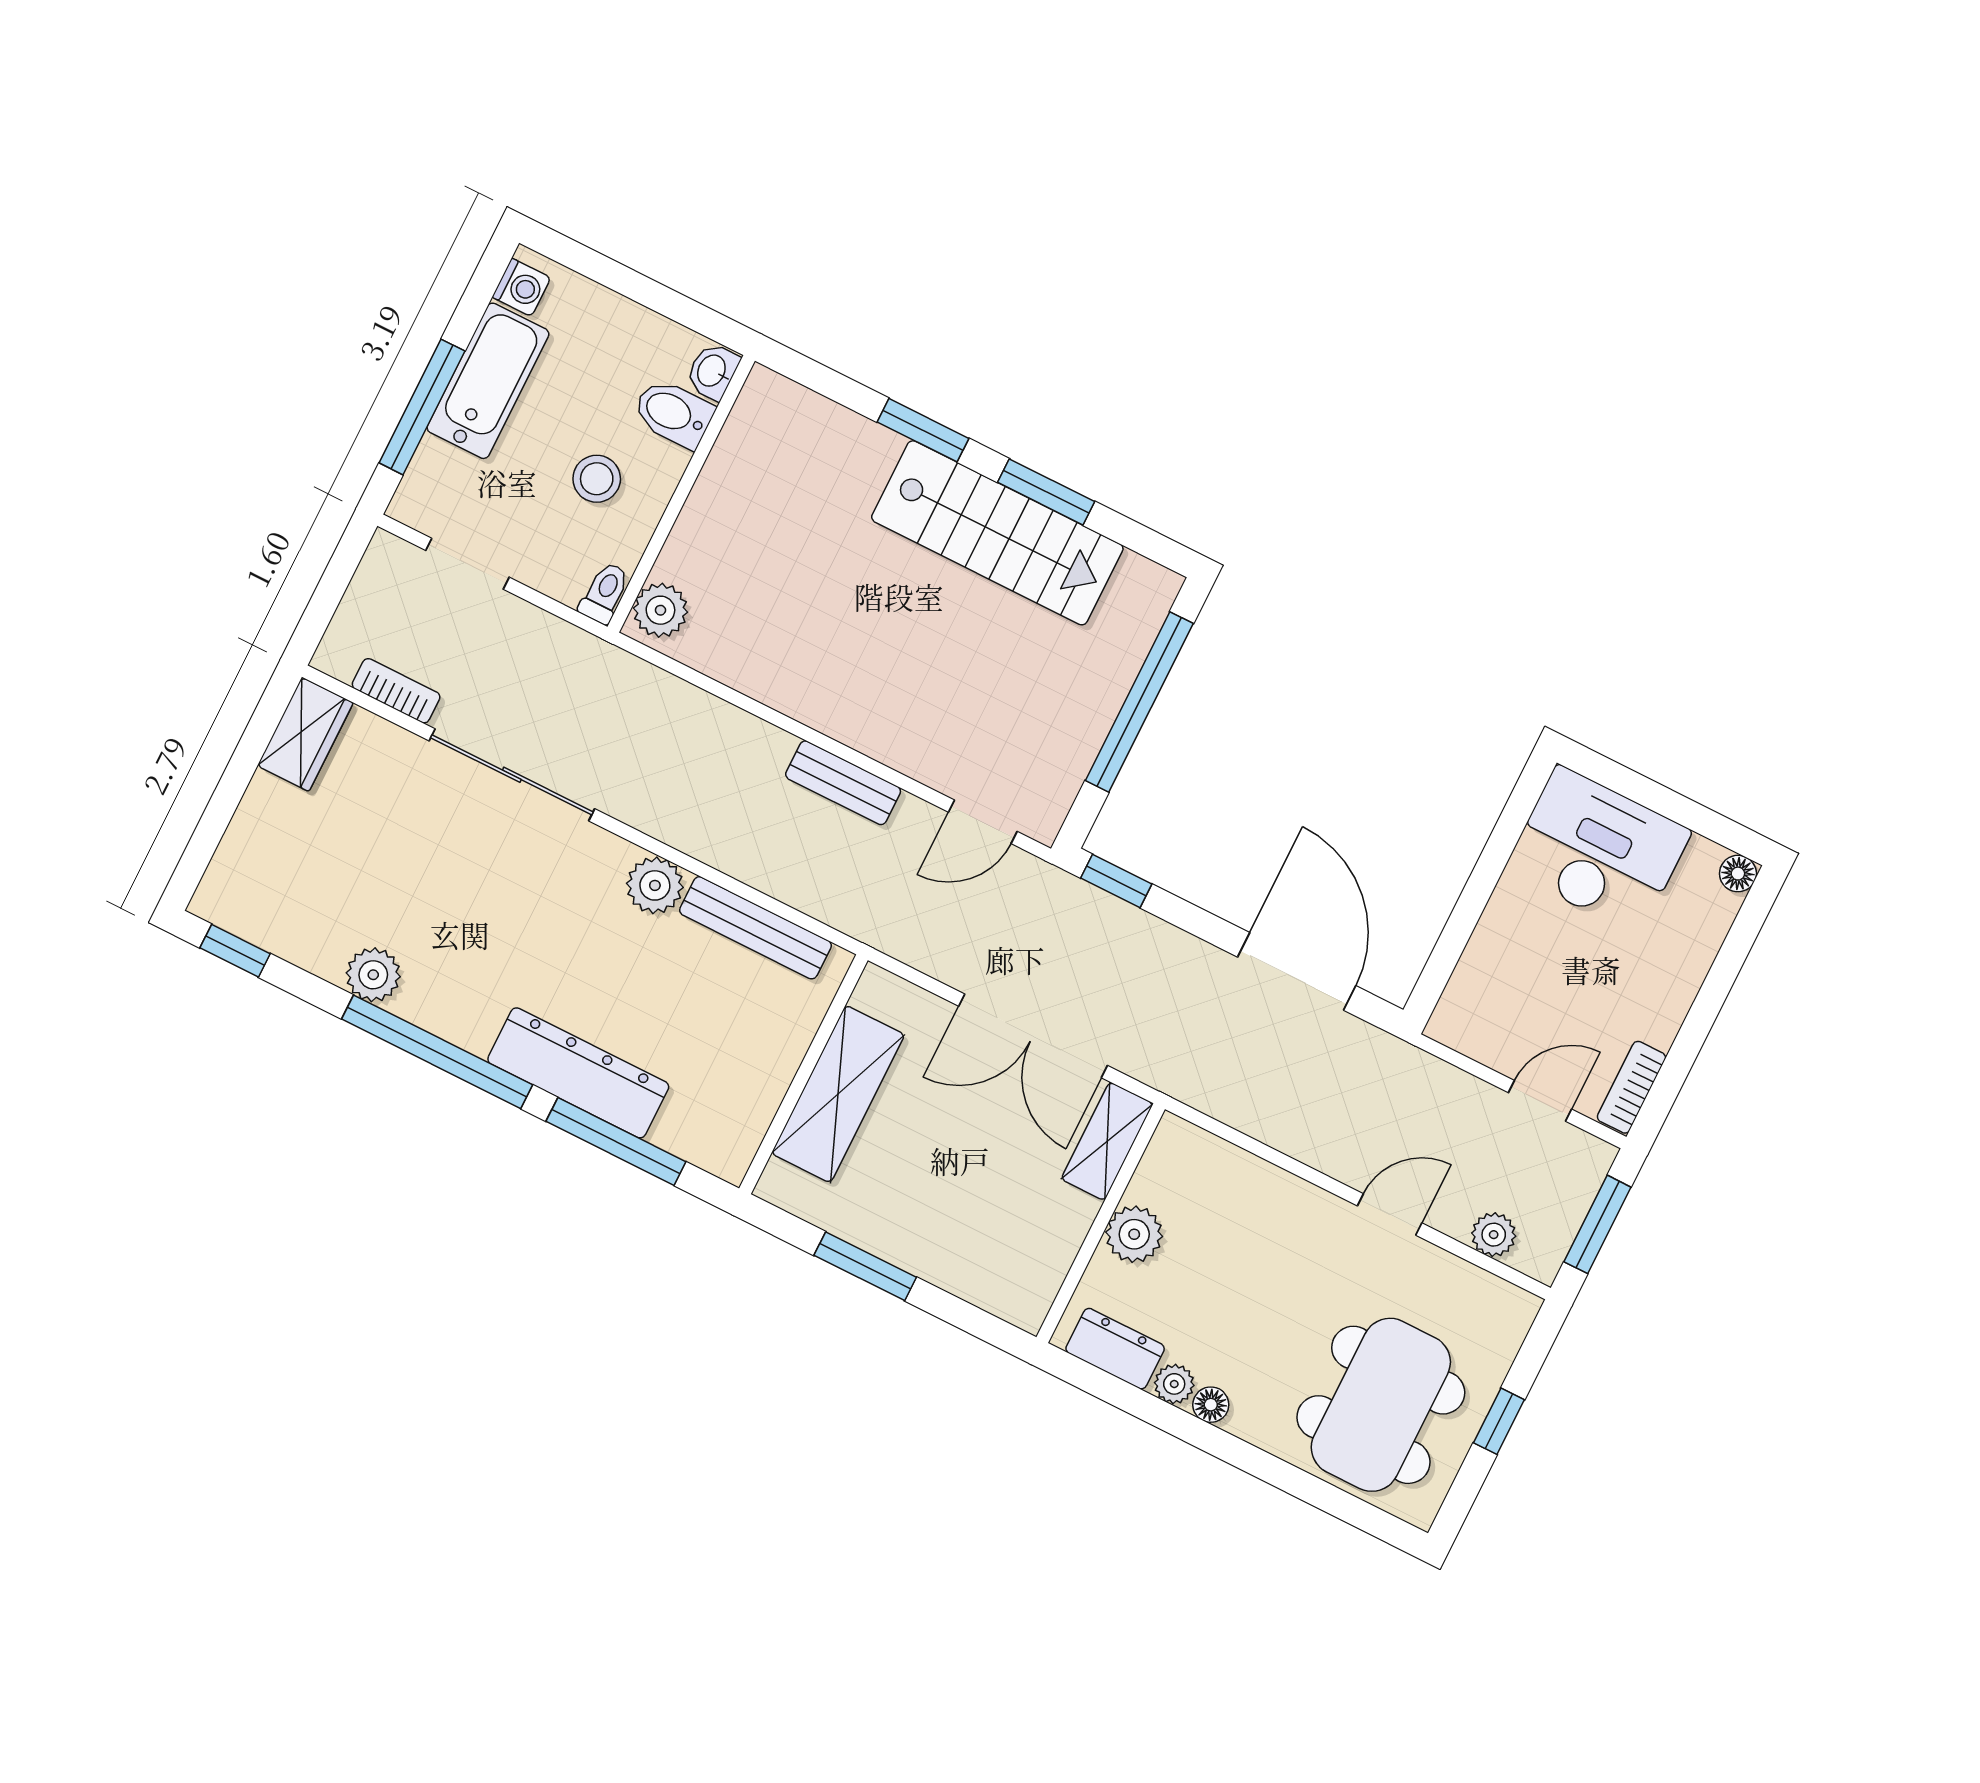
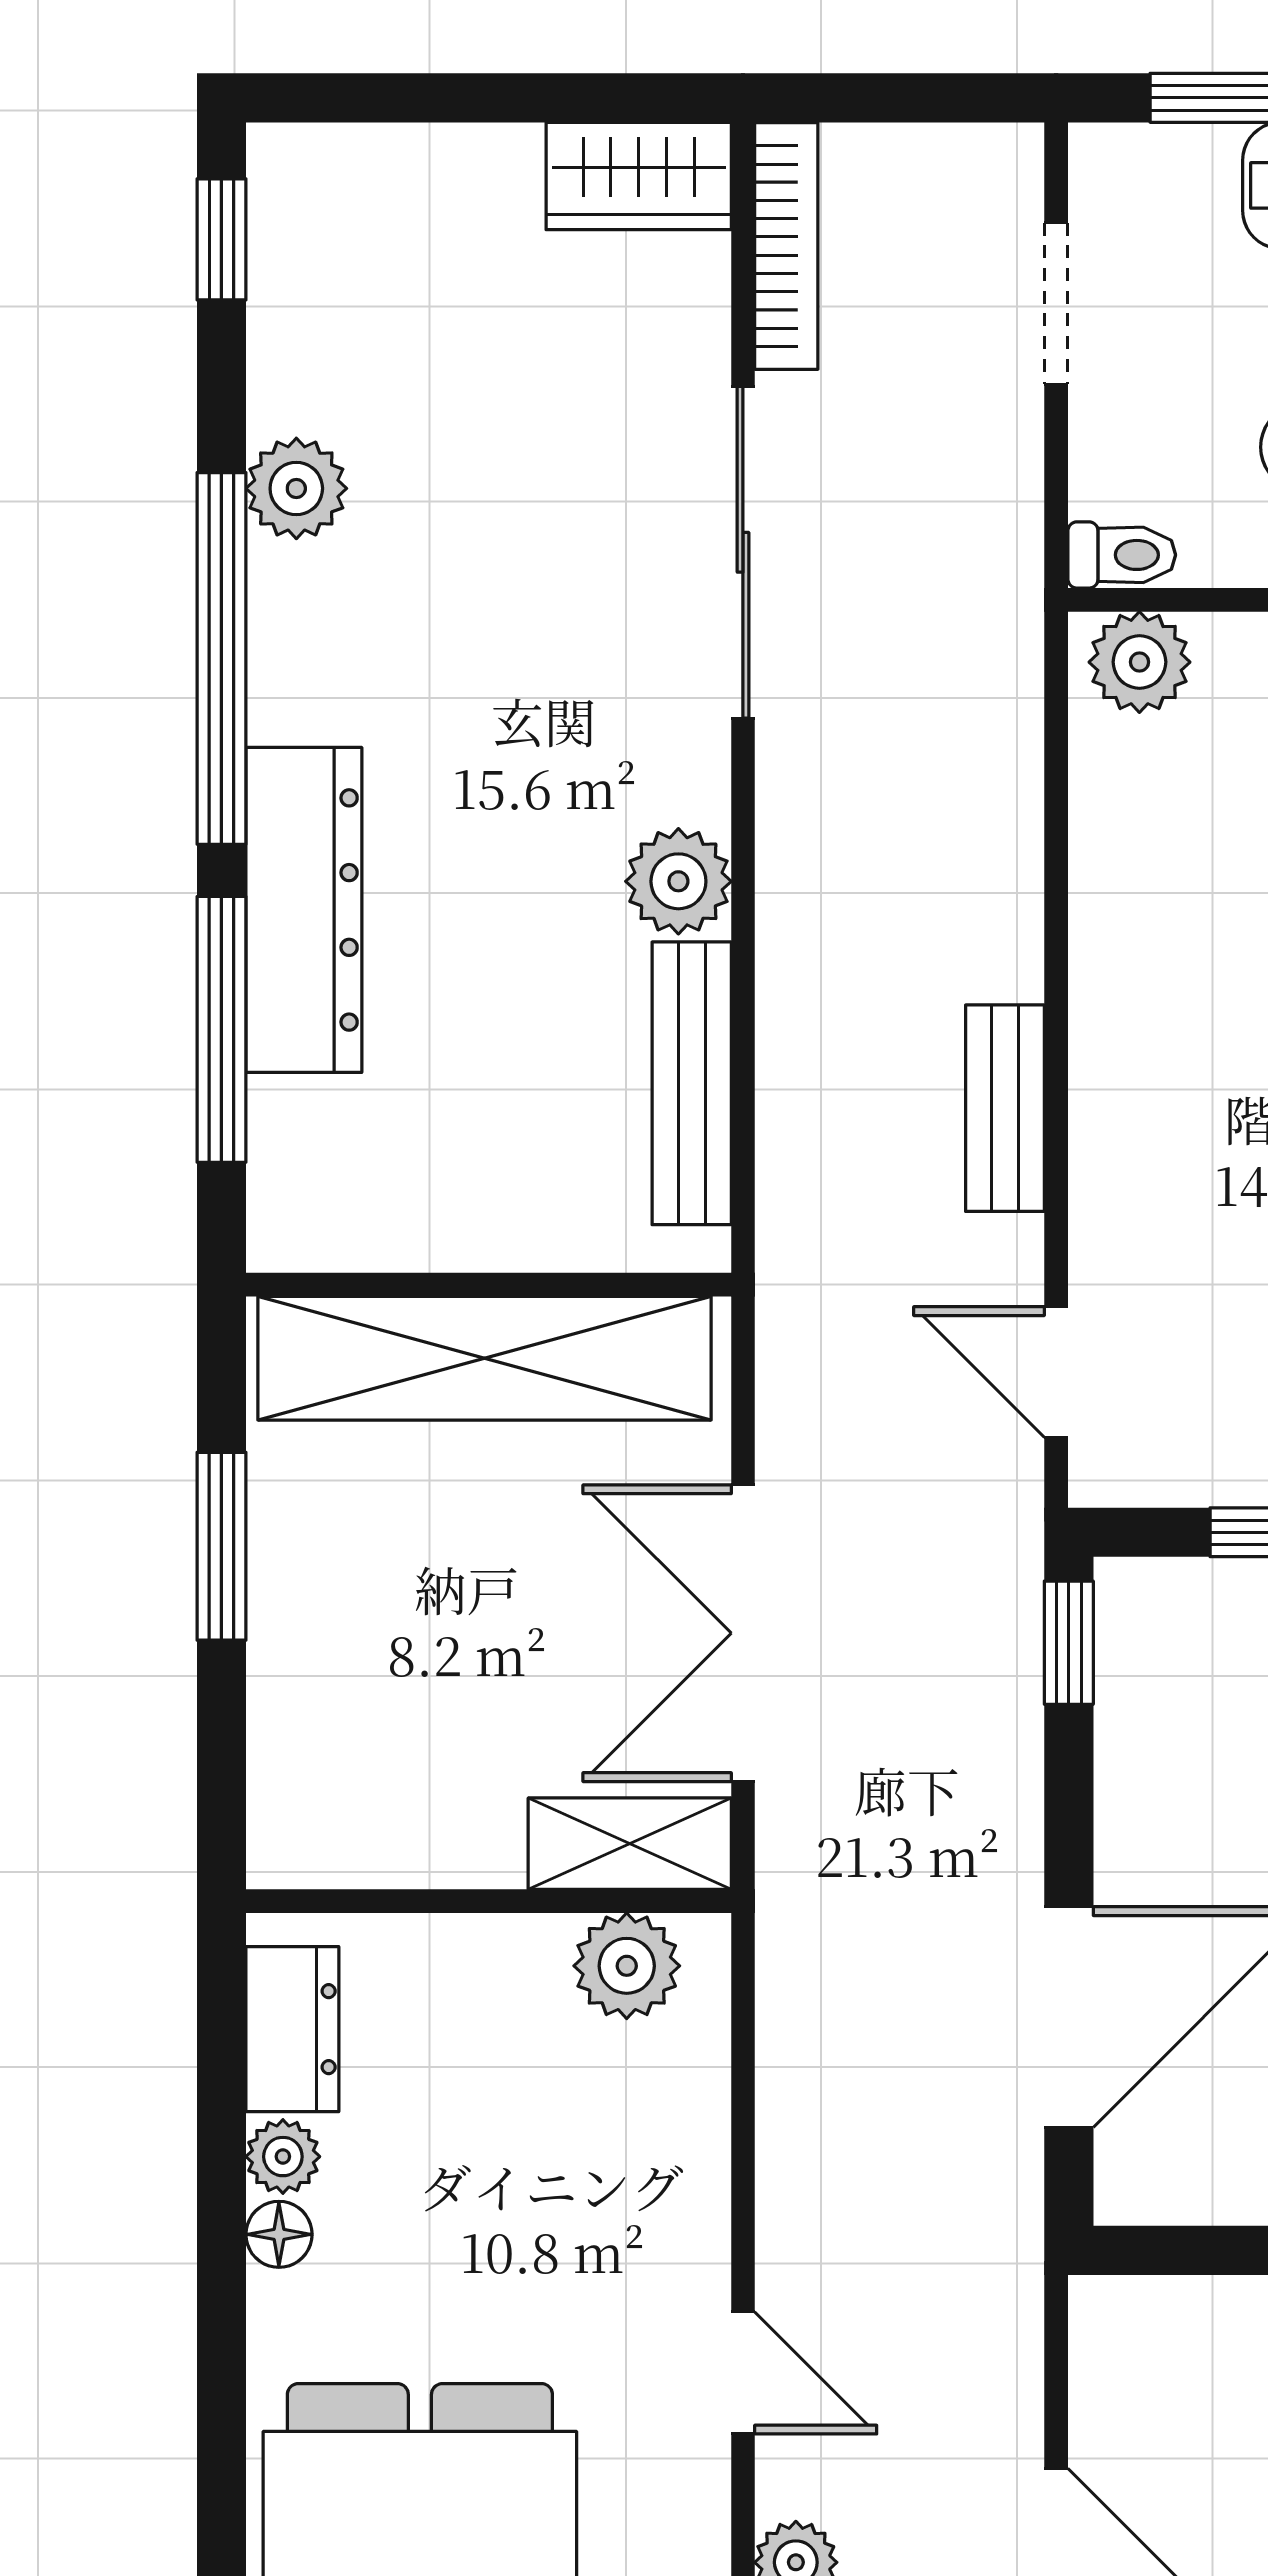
bookcase: (396, 691) -> (786, 246), width x1.56
shelving: (838, 1094) -> (485, 1358), width x1.47
plant: (1134, 1234) -> (627, 1966), moved

